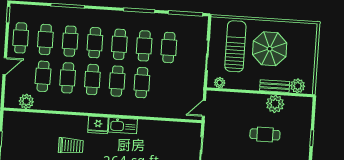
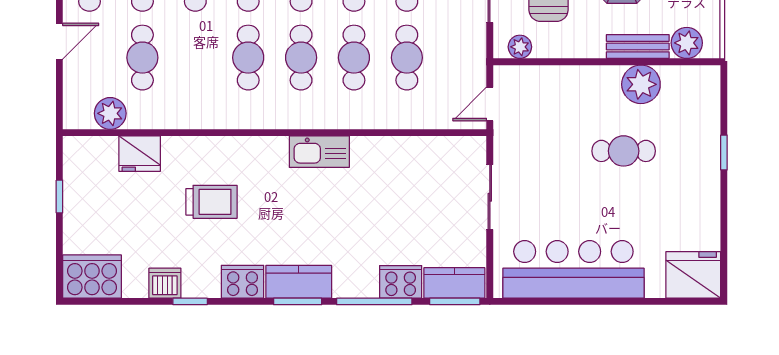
cafe table: (68, 78) -> (407, 58), moved
fridge: (98, 125) -> (140, 154), moved

